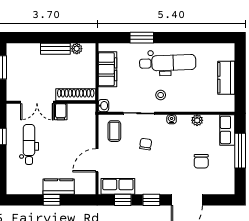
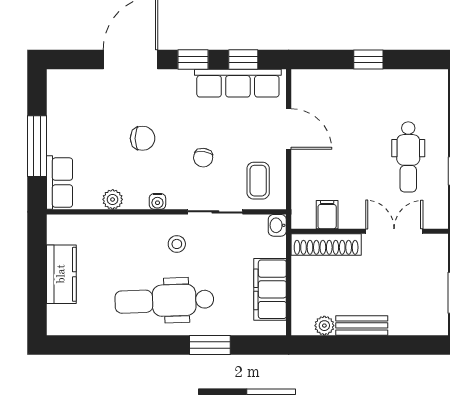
filing cabinet: (61, 112) -> (327, 215), moved
door: (97, 160) -> (289, 129), hinge flipped
chair: (201, 161) -> (143, 138), moved, turned 90
row of seats: (118, 186) -> (238, 83), width x1.48
kitchen counter: (59, 187) -> (356, 83), removed

